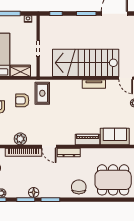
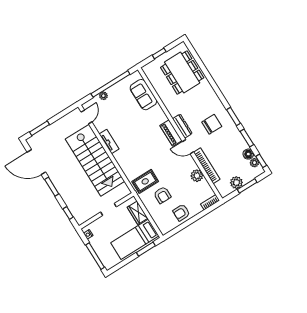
piano: (87, 140) -> (171, 133), moved
door: (49, 146) -> (188, 147), swing flipped
chair: (79, 187) -> (212, 124), moved, turned 180
floor lamp: (34, 192) -> (248, 154), moved

